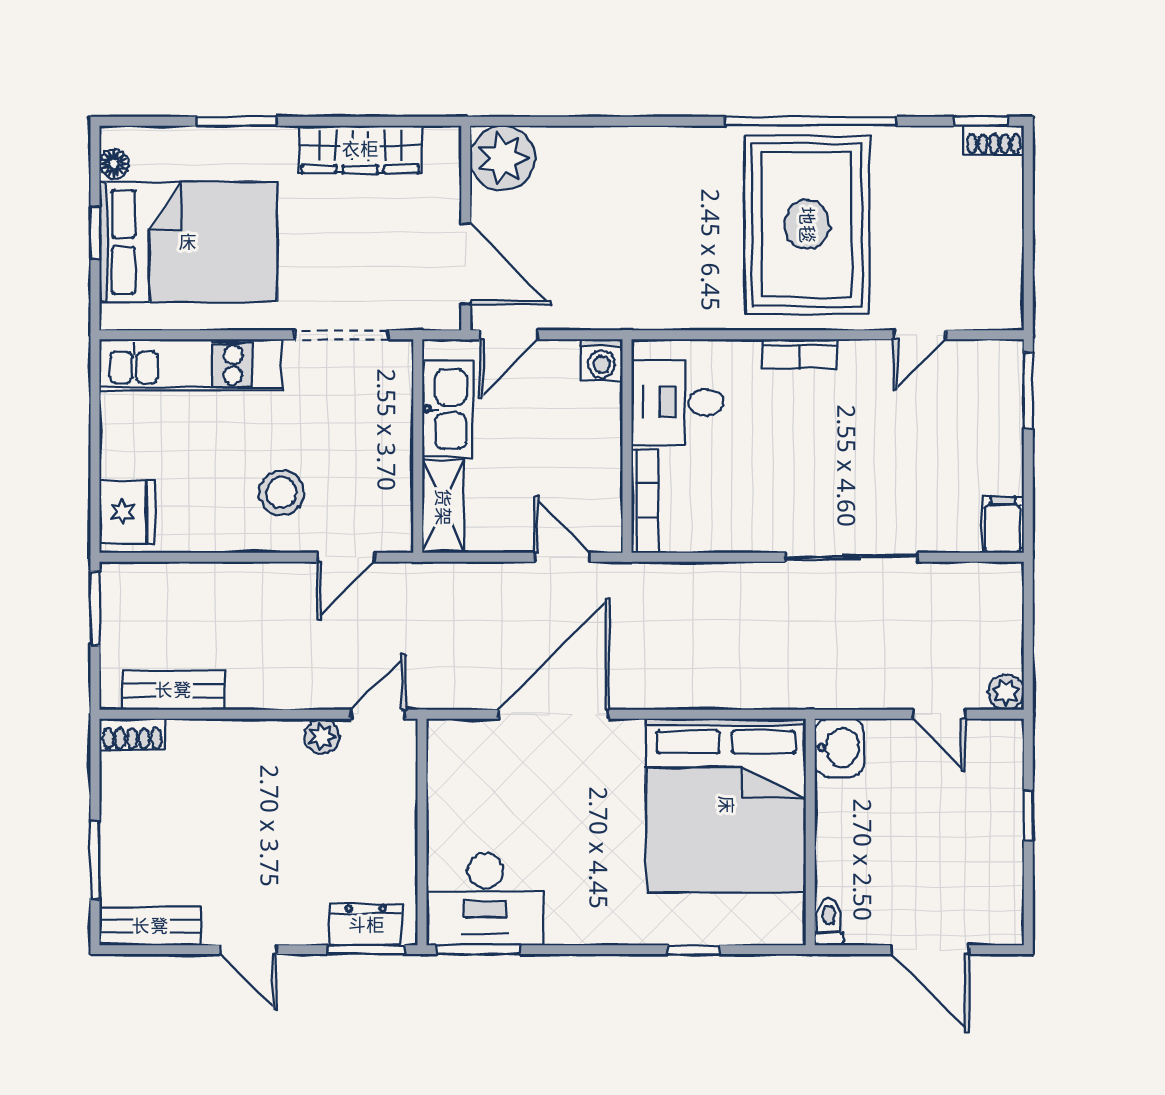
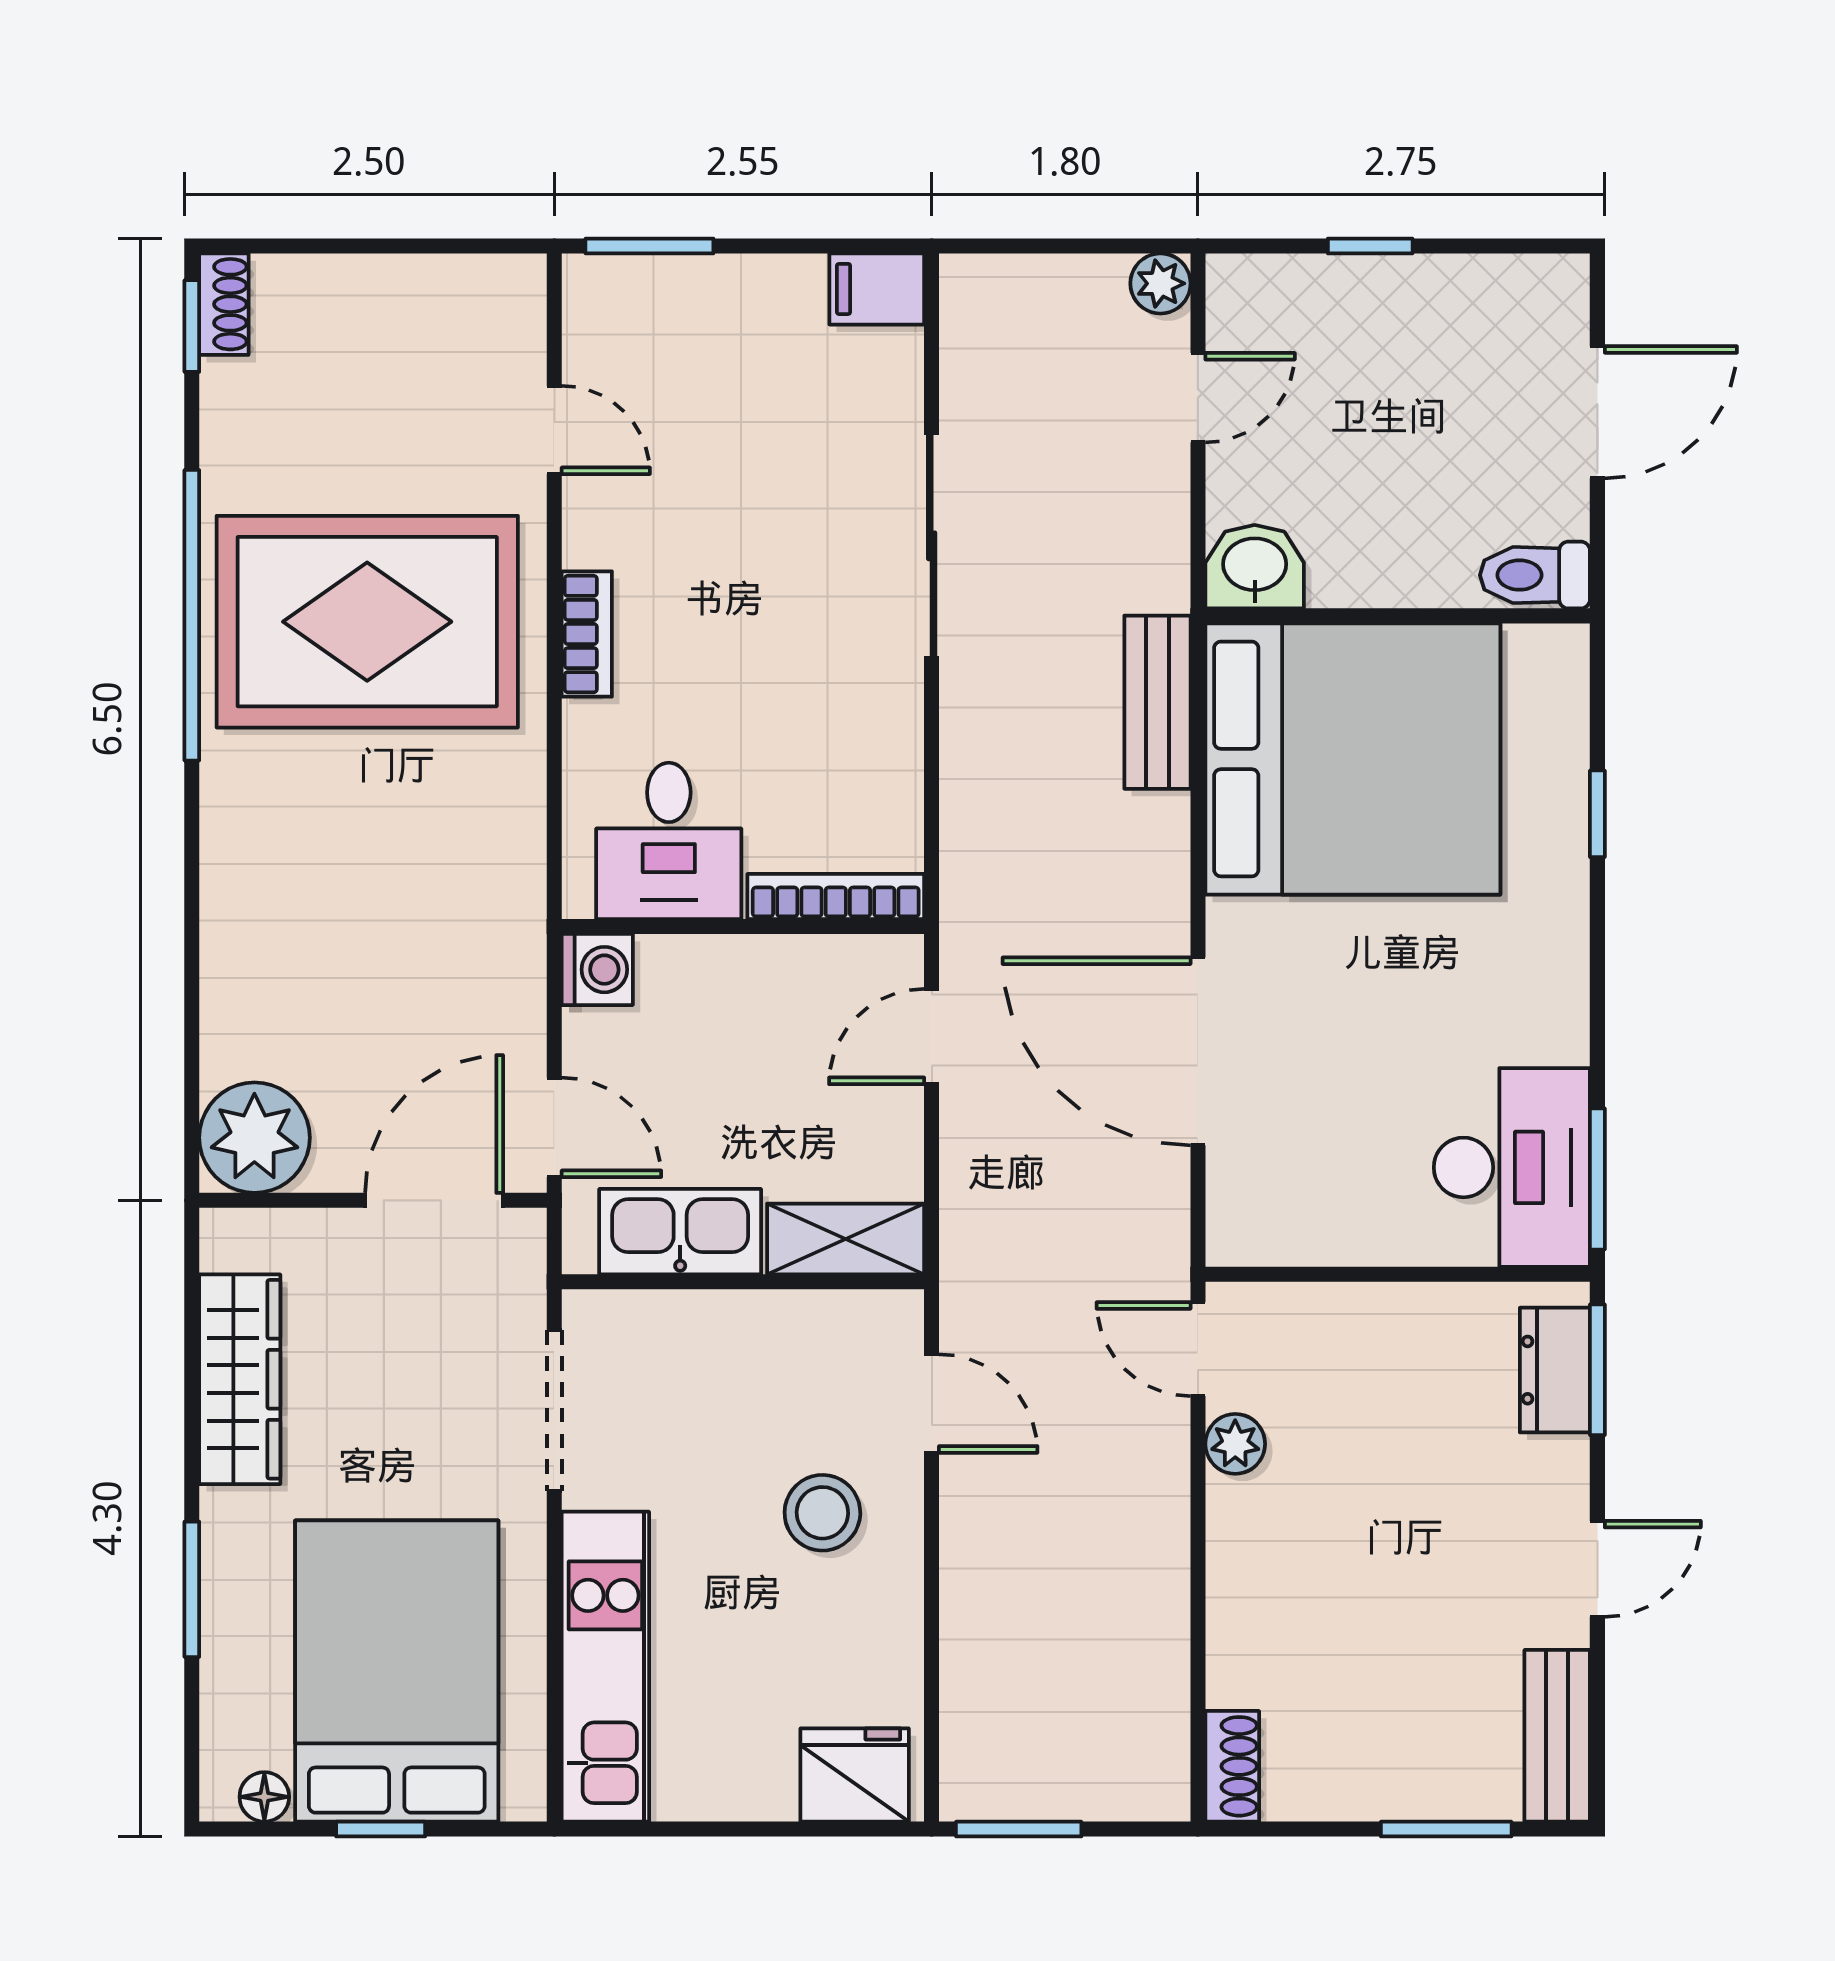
bench: (173, 690) -> (1157, 702), moved
toilet: (829, 922) -> (1535, 575), width x1.37, depth x1.39

